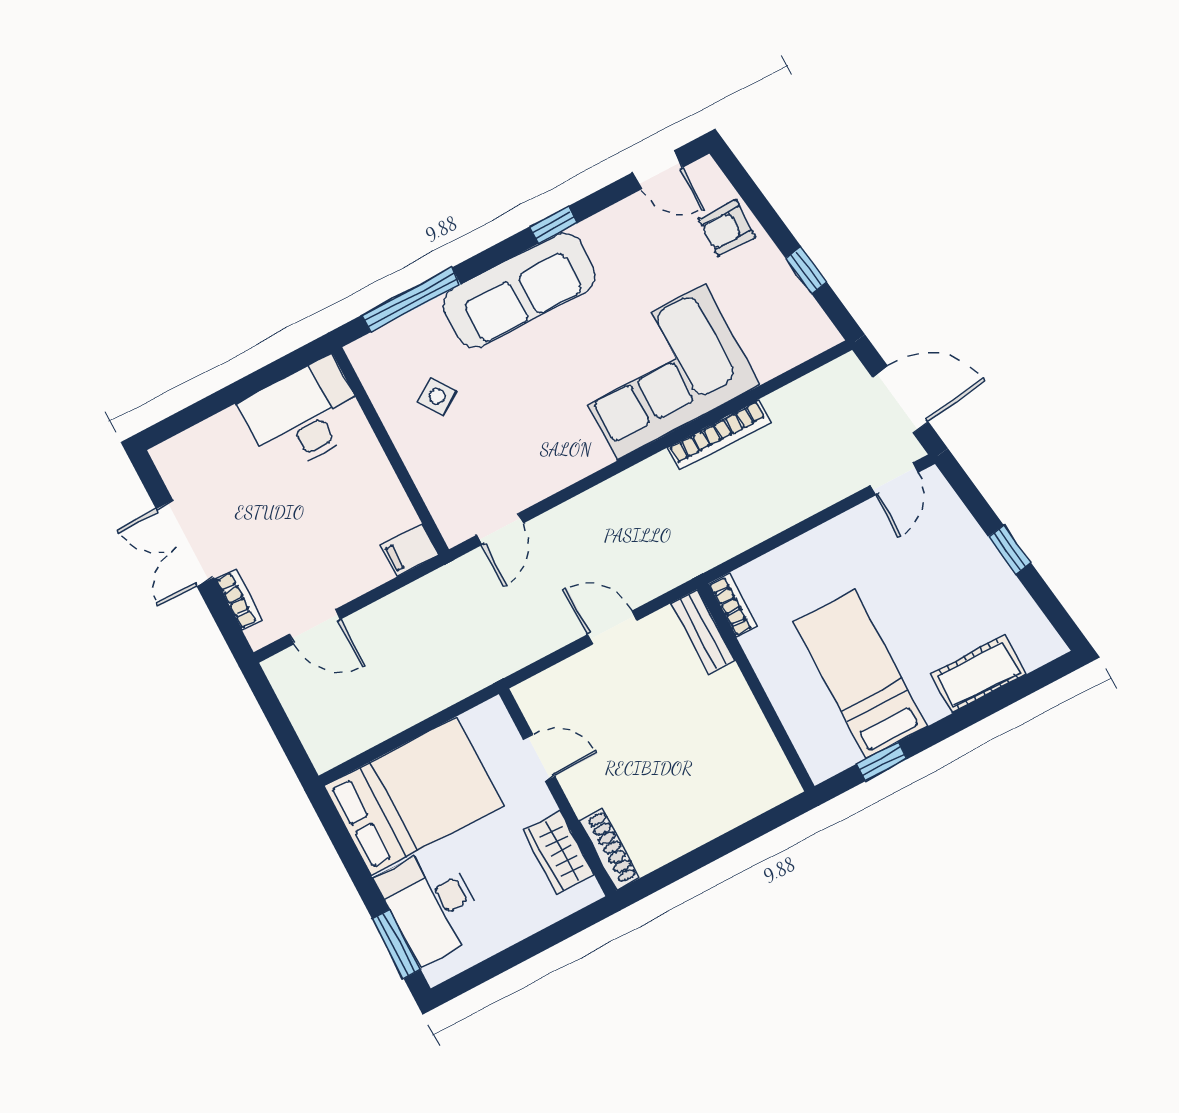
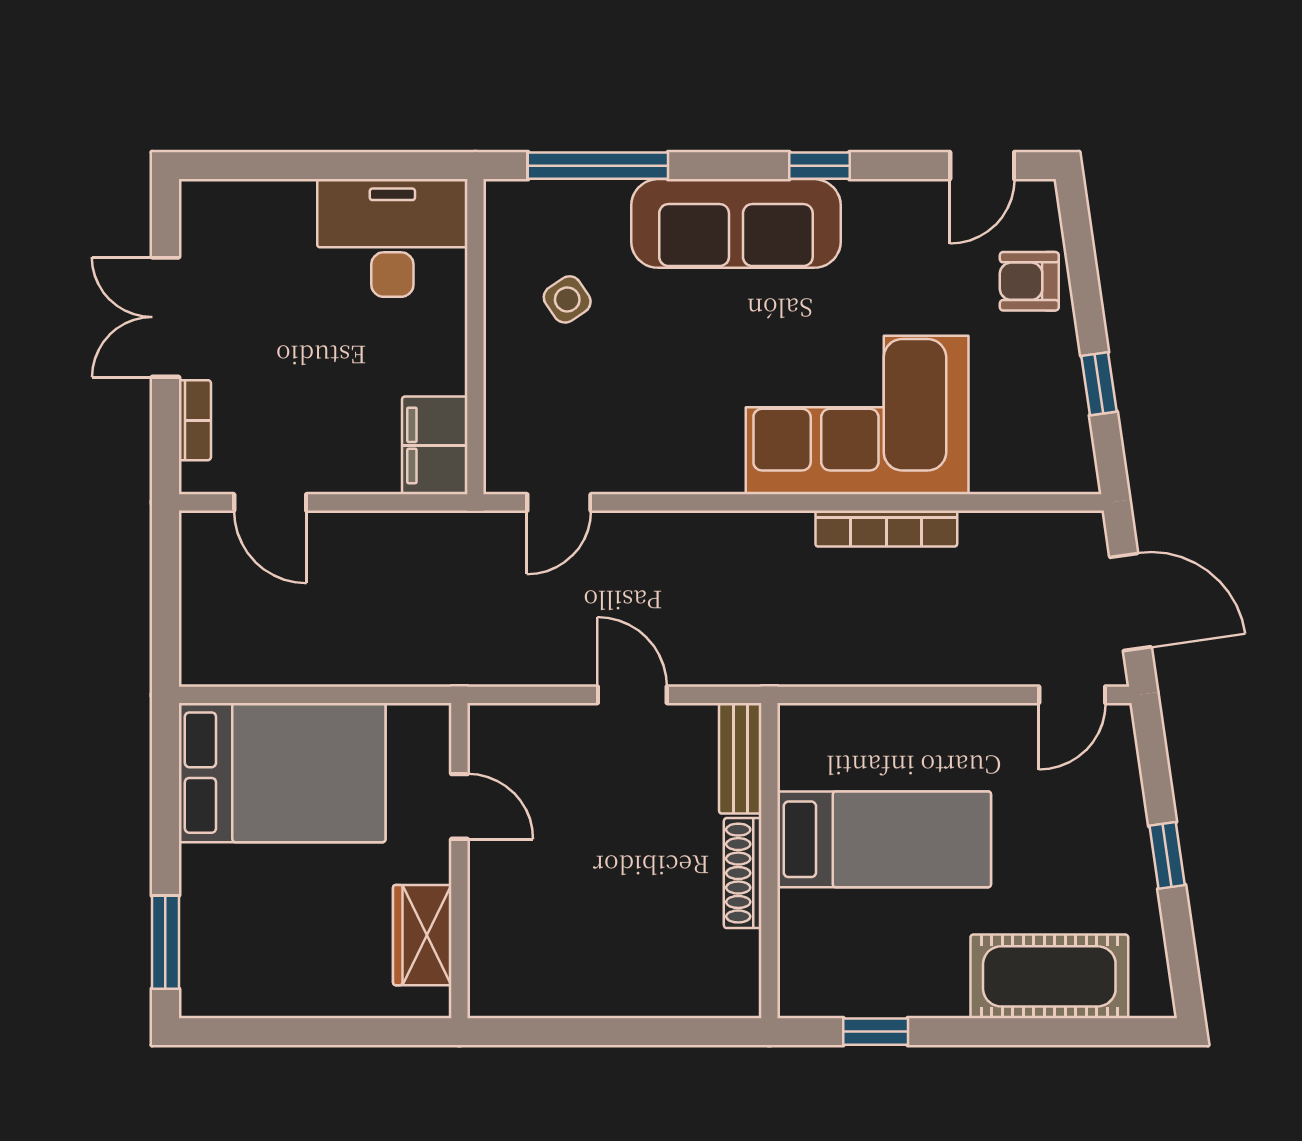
door: (658, 170) -> (982, 166), hinge flipped
filing cabinet: (409, 550) -> (435, 445), width x2.00
bookcase: (733, 605) -> (794, 745), removed
bed: (860, 674) -> (884, 839), moved, turned 90
cot: (978, 674) -> (1049, 976), width x1.37, depth x1.34
shoe rack: (609, 849) -> (743, 873), moved, turned 180
desk: (432, 905) -> (234, 917), removed

